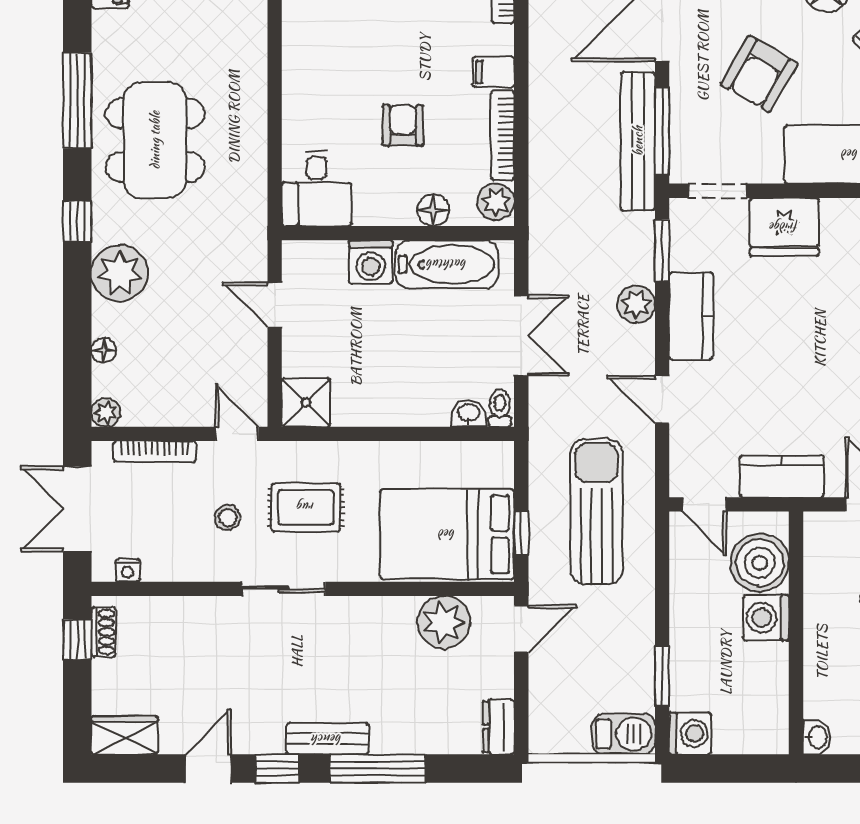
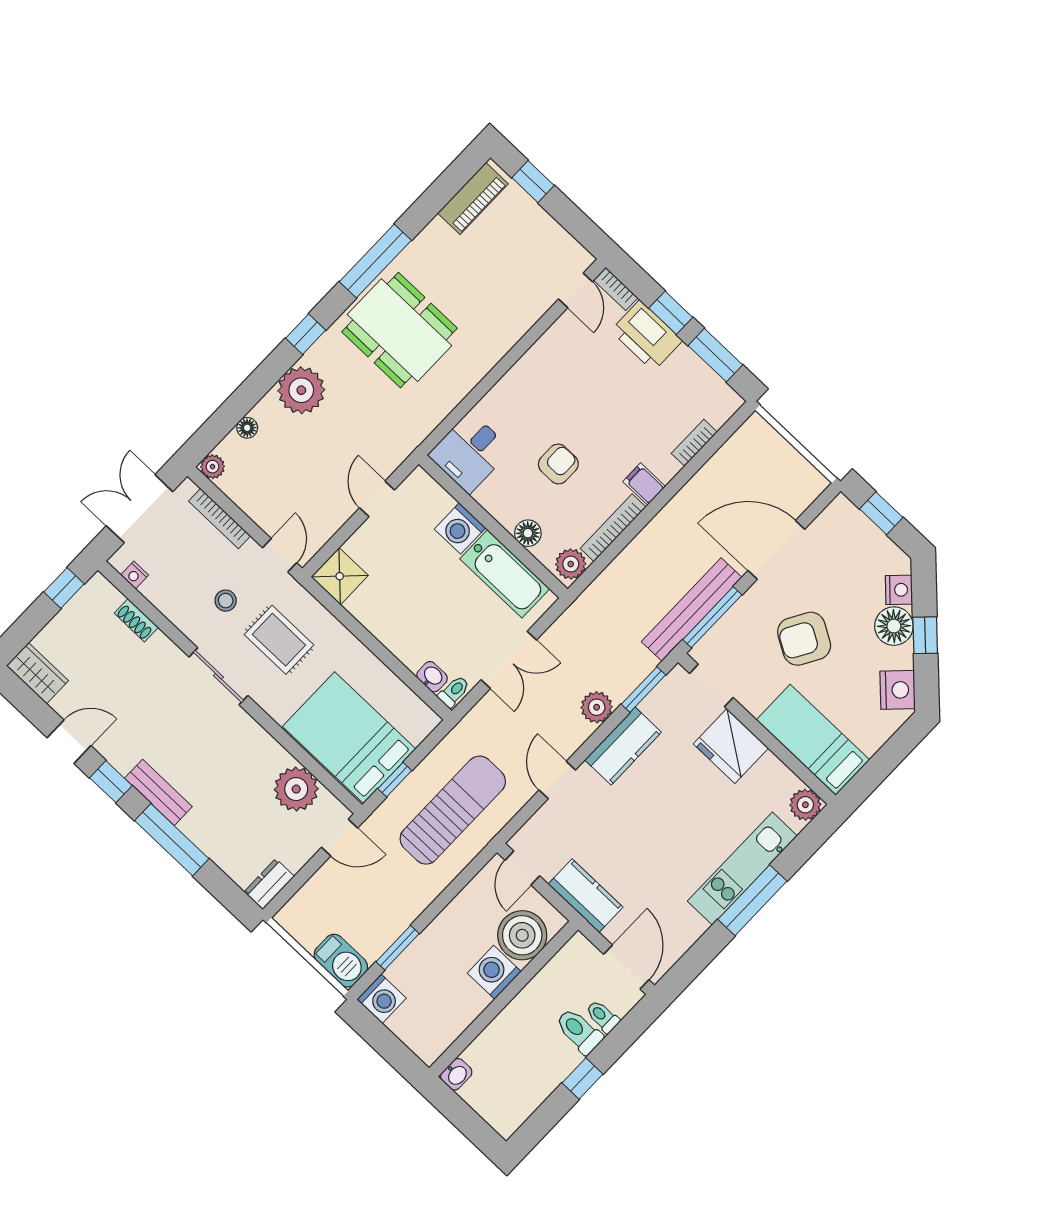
dining table: (155, 140) -> (400, 330), turned 90
shoe rack: (104, 632) -> (136, 620), moved, turned 90

